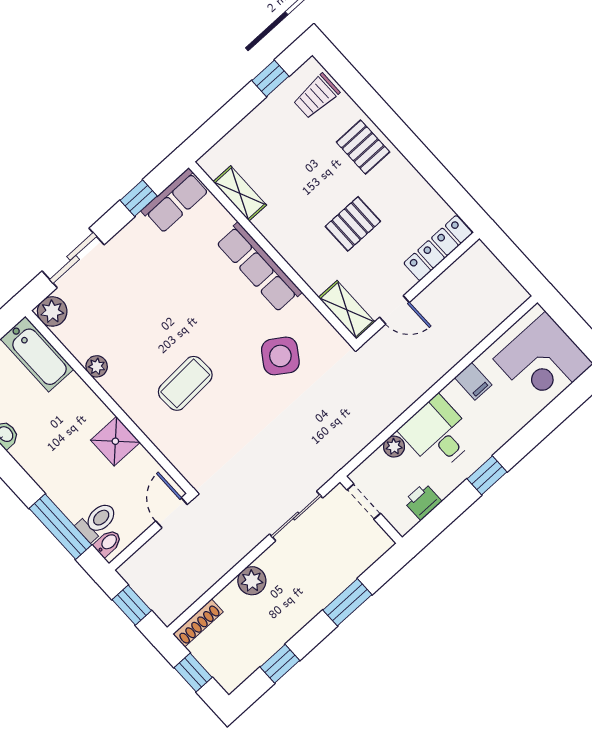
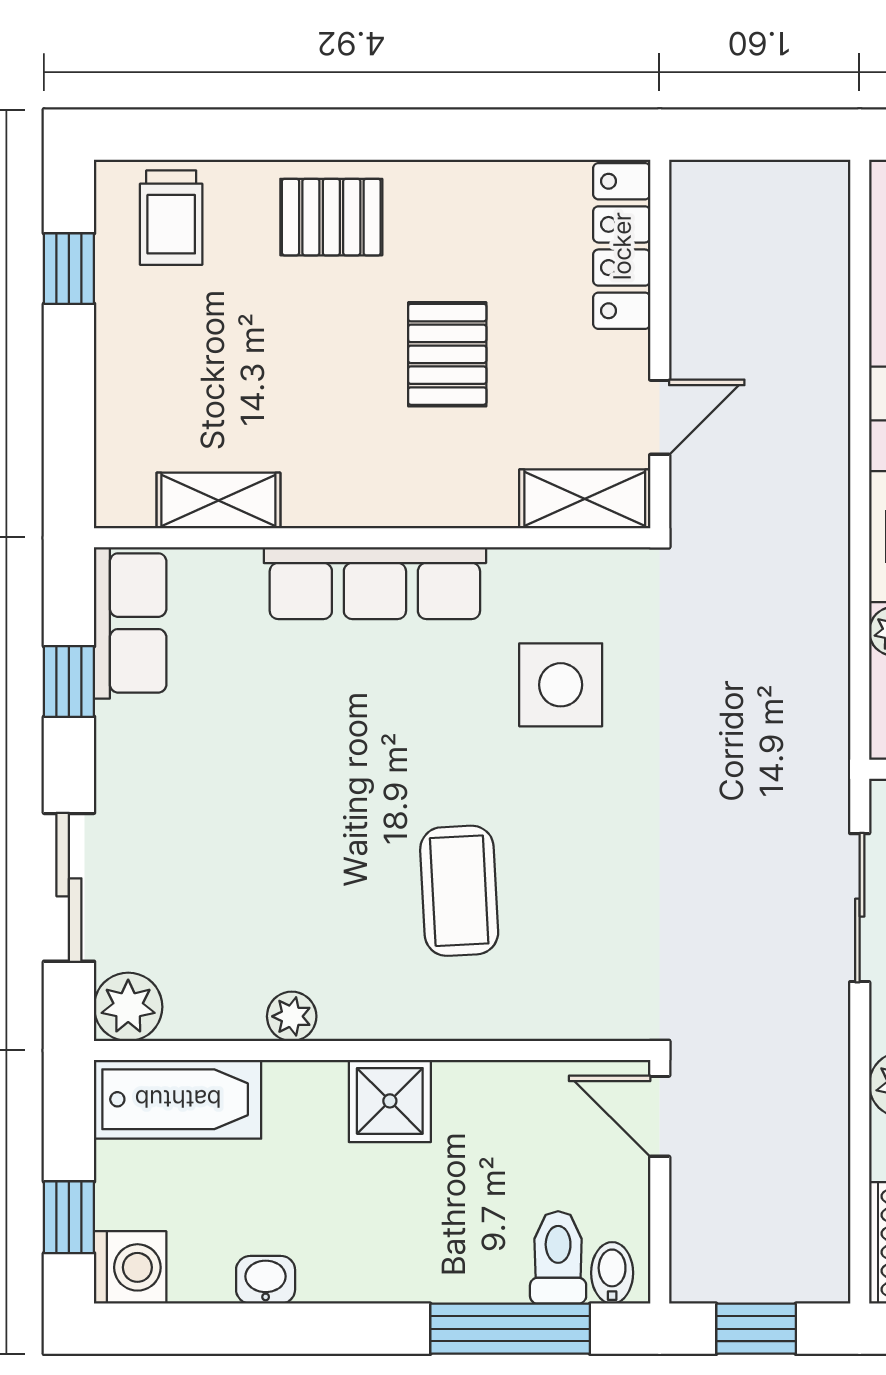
side table: (280, 356) -> (561, 685), turned -34
shower: (115, 441) -> (390, 1101), moved

